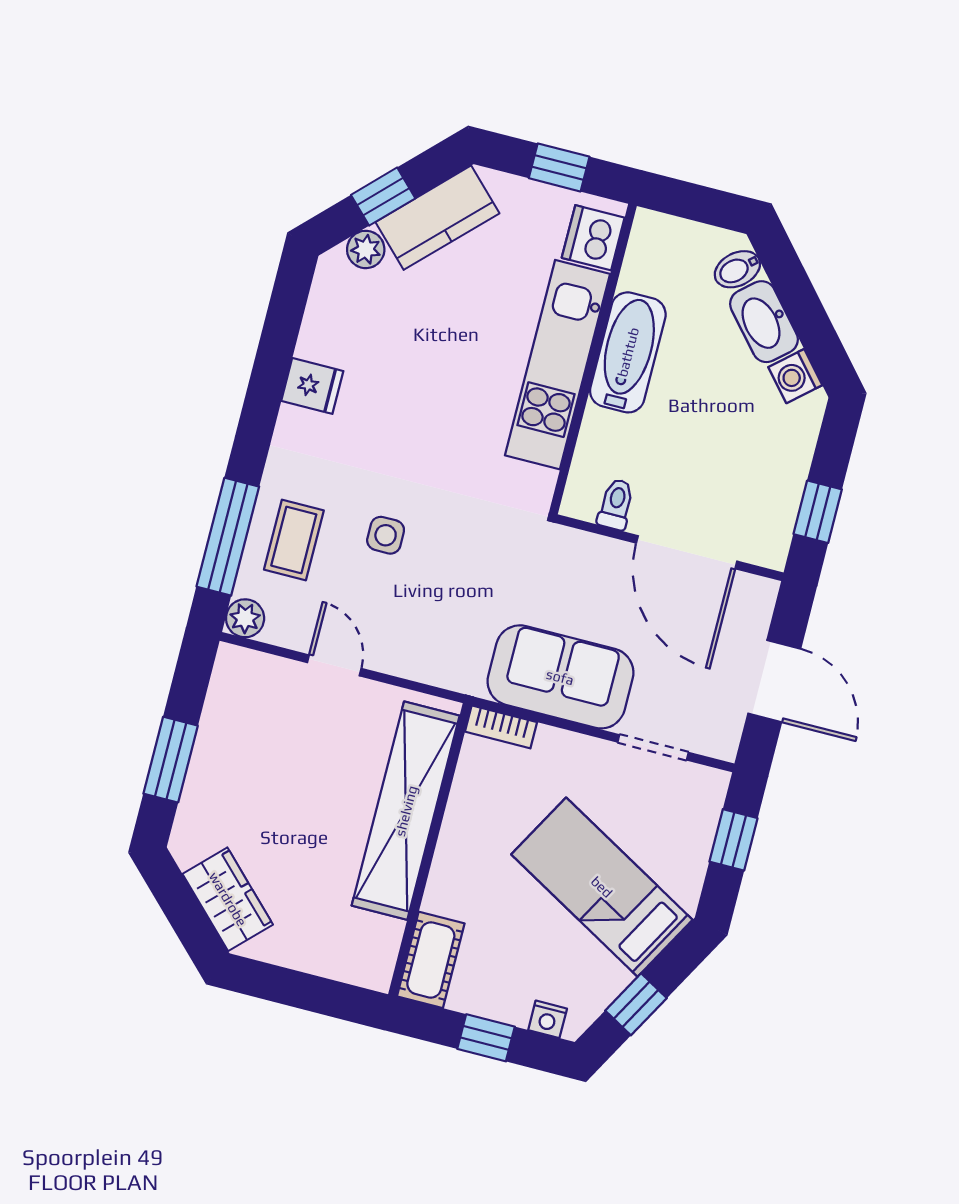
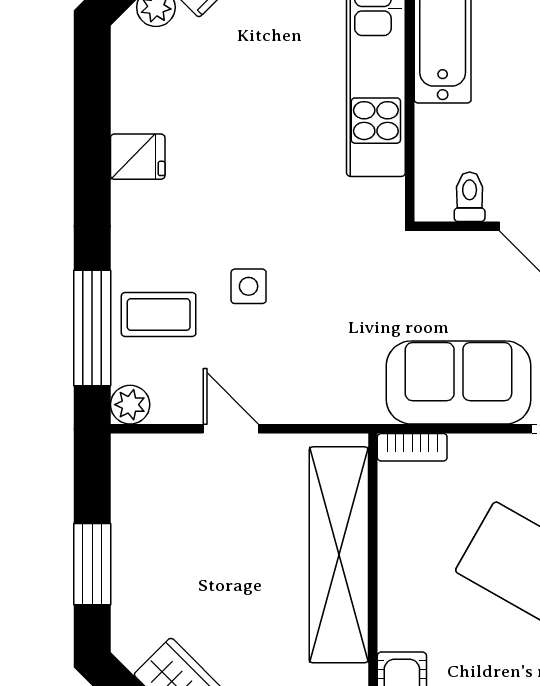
coffee table: (294, 540) -> (159, 315), turned 90

